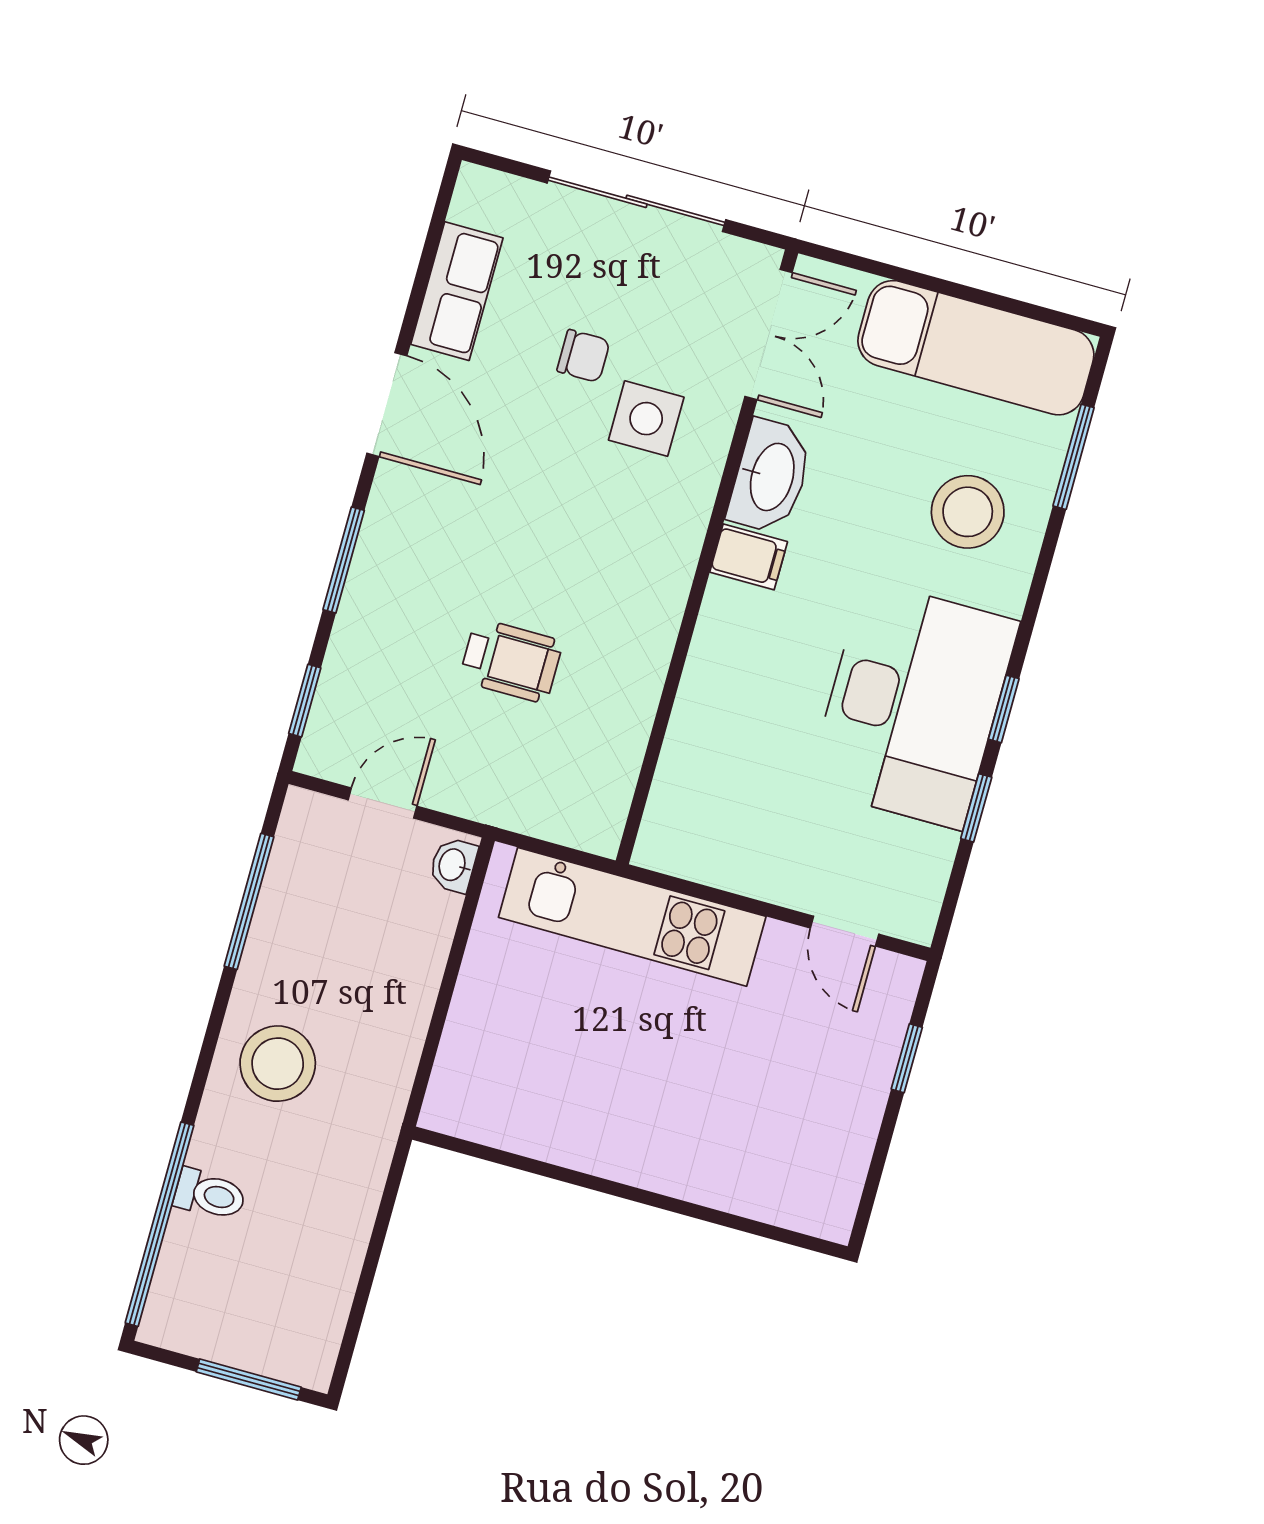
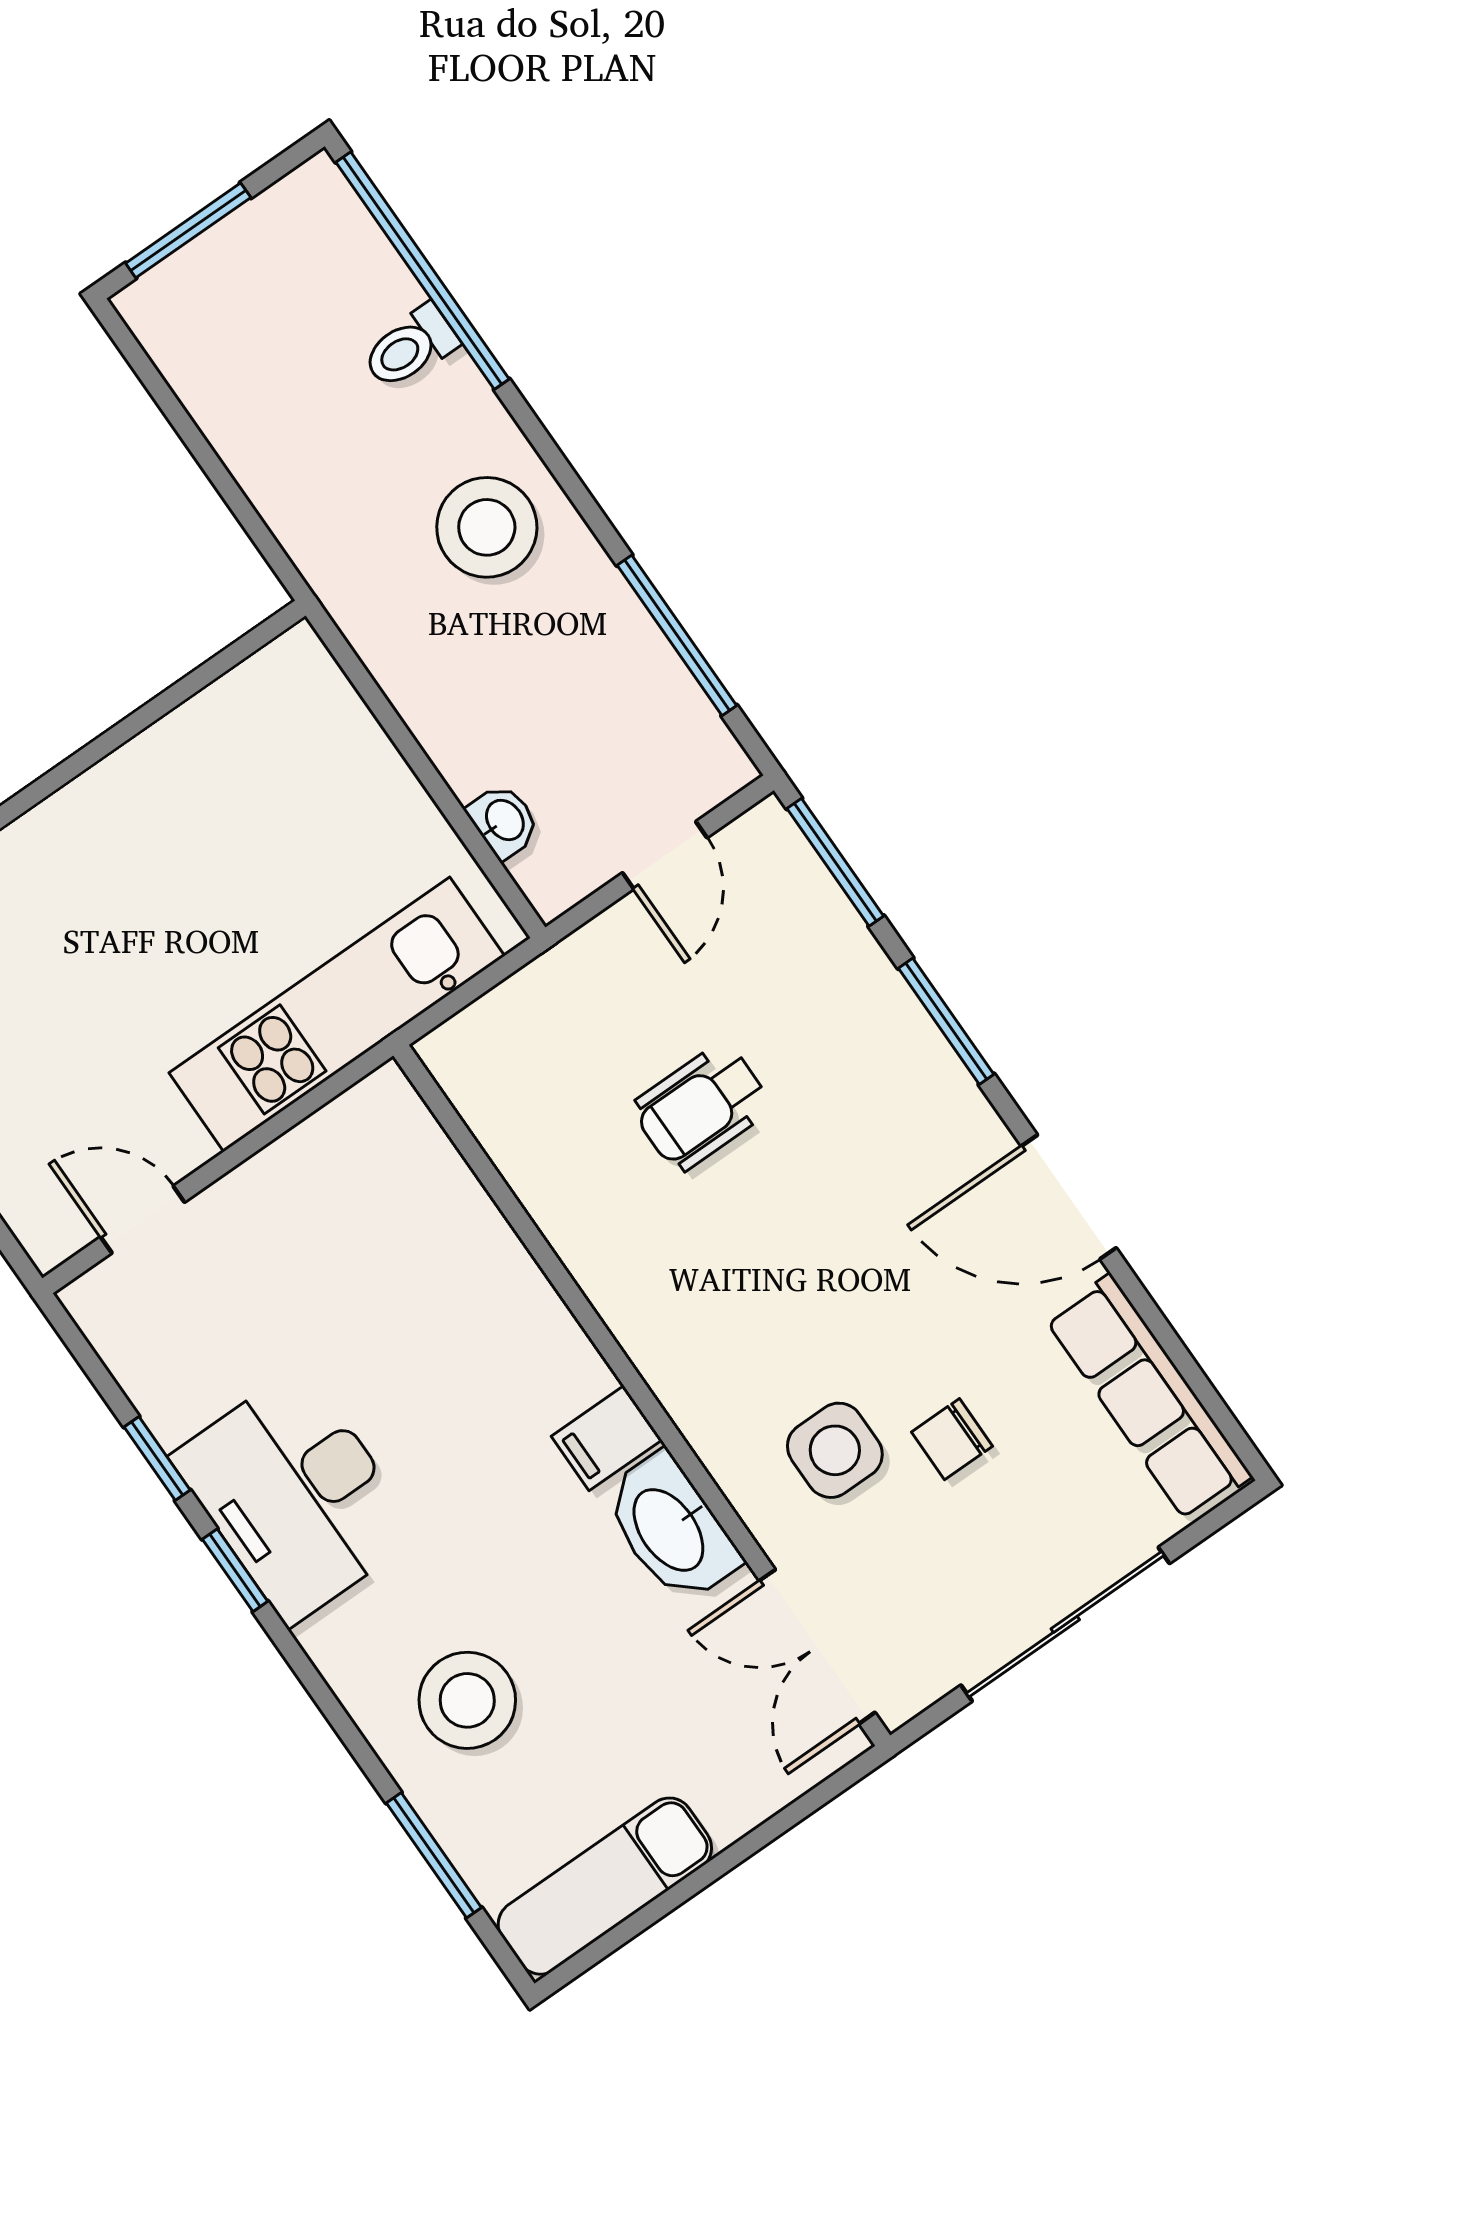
row of seats: (457, 291) -> (1149, 1398), width x1.48
exam couch: (976, 348) -> (605, 1886), width x0.73, depth x0.69
window: (305, 701) -> (835, 862), width x1.50
desk: (913, 705) -> (296, 1496), width x0.73, depth x0.77
washbasin: (453, 865) -> (504, 821), moved

